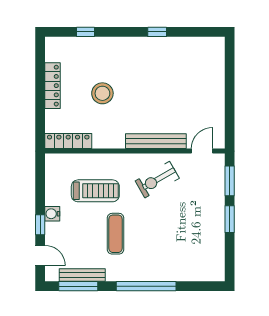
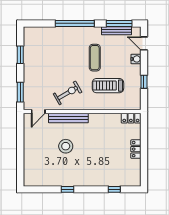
locker: (52, 86) -> (136, 149), width x0.66
stool: (102, 93) -> (66, 146), moved
locker: (68, 141) -> (131, 118), width x0.66
water cooler: (52, 214) -> (136, 59), moved
window: (230, 219) -> (20, 55), moved
window: (40, 225) -> (144, 82), moved

